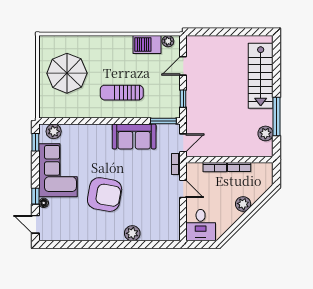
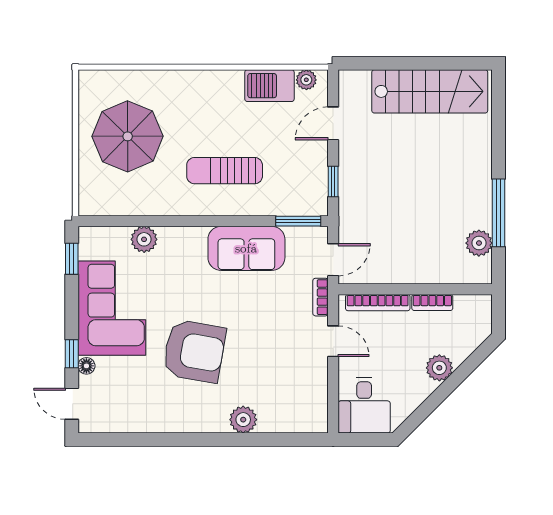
stairs: (261, 76) -> (430, 91), moved, turned -90
plant: (54, 131) -> (144, 239), moved
bookcase: (215, 167) -> (378, 303), width x1.56

